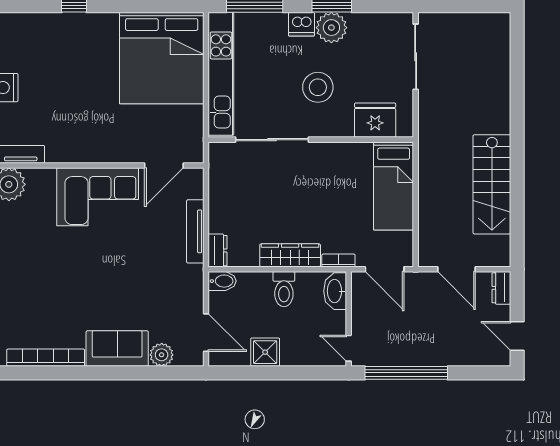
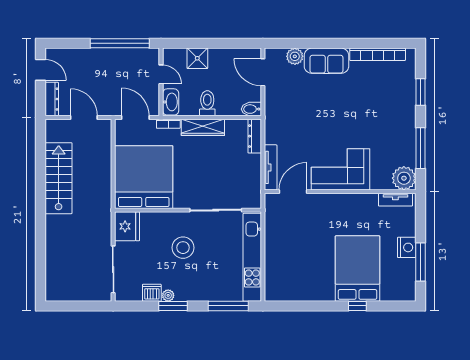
dishwasher: (301, 24) -> (152, 293), moved
plant: (331, 28) -> (168, 295), width x0.53, depth x0.53
bed: (162, 58) -> (358, 269), moved, width x0.73
fridge: (375, 120) -> (127, 226), moved, turned -90
bed: (394, 186) -> (144, 177), width x2.04
tv unit: (195, 231) -> (271, 167), moved
dresser: (218, 251) -> (255, 136), width x1.44
dresser: (501, 288) -> (52, 99), width x1.44
door: (349, 348) -> (161, 74), moved
shower: (265, 352) -> (197, 58), moved

